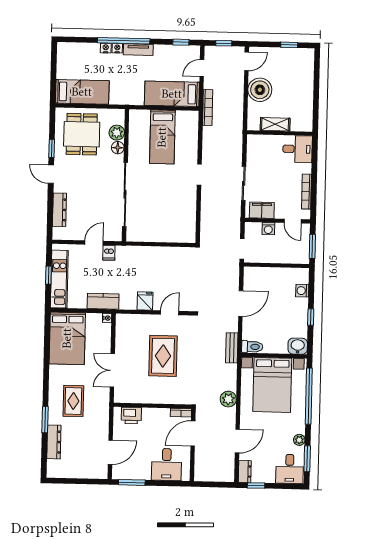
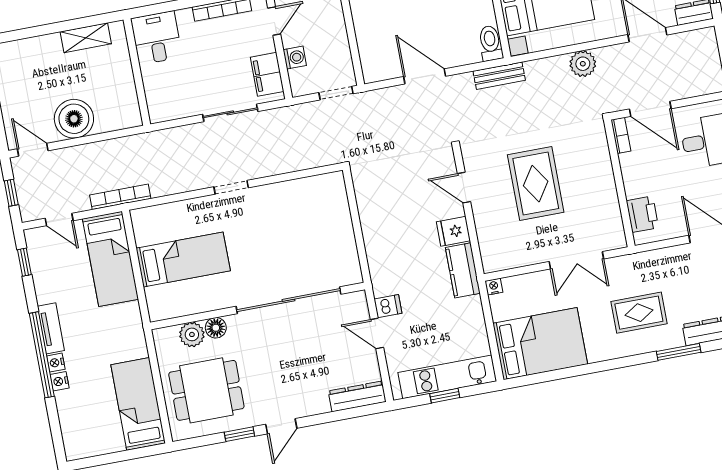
shelving: (275, 124) -> (86, 38), moved, turned 90
dresser: (59, 210) -> (357, 396), moved
kitchen counter: (103, 301) -> (463, 270), moved
rug: (163, 356) -> (536, 184), turned 90

